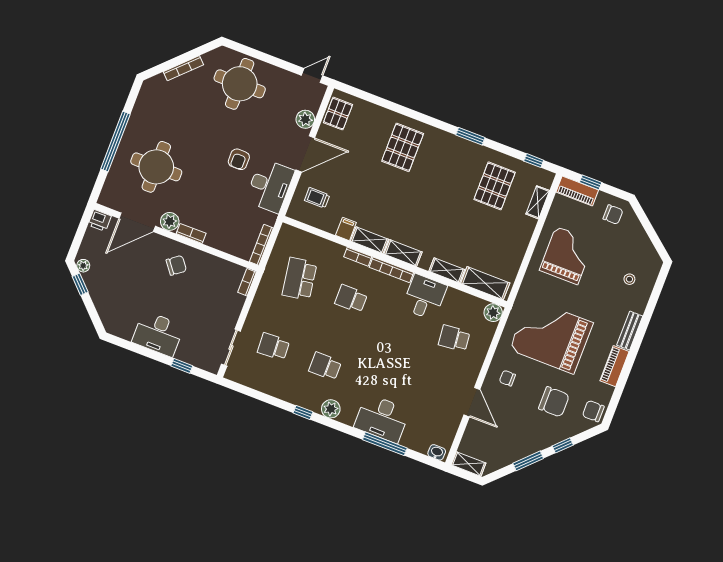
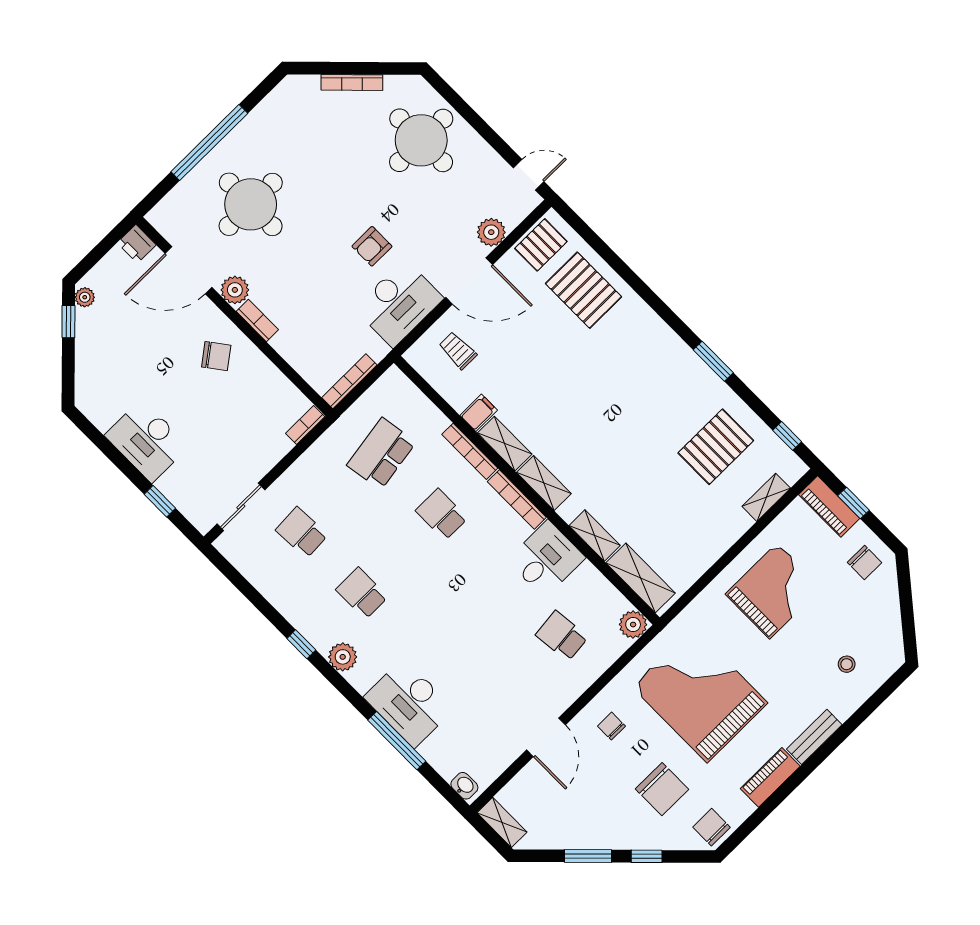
pallet: (403, 147) -> (583, 290), moved, turned 90
bookcase: (358, 257) -> (470, 451), width x1.56

